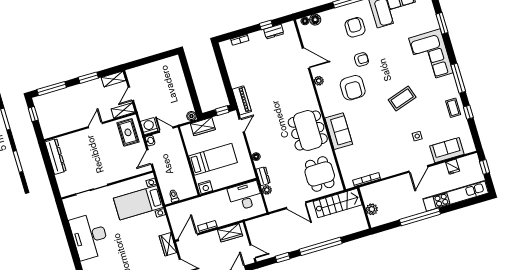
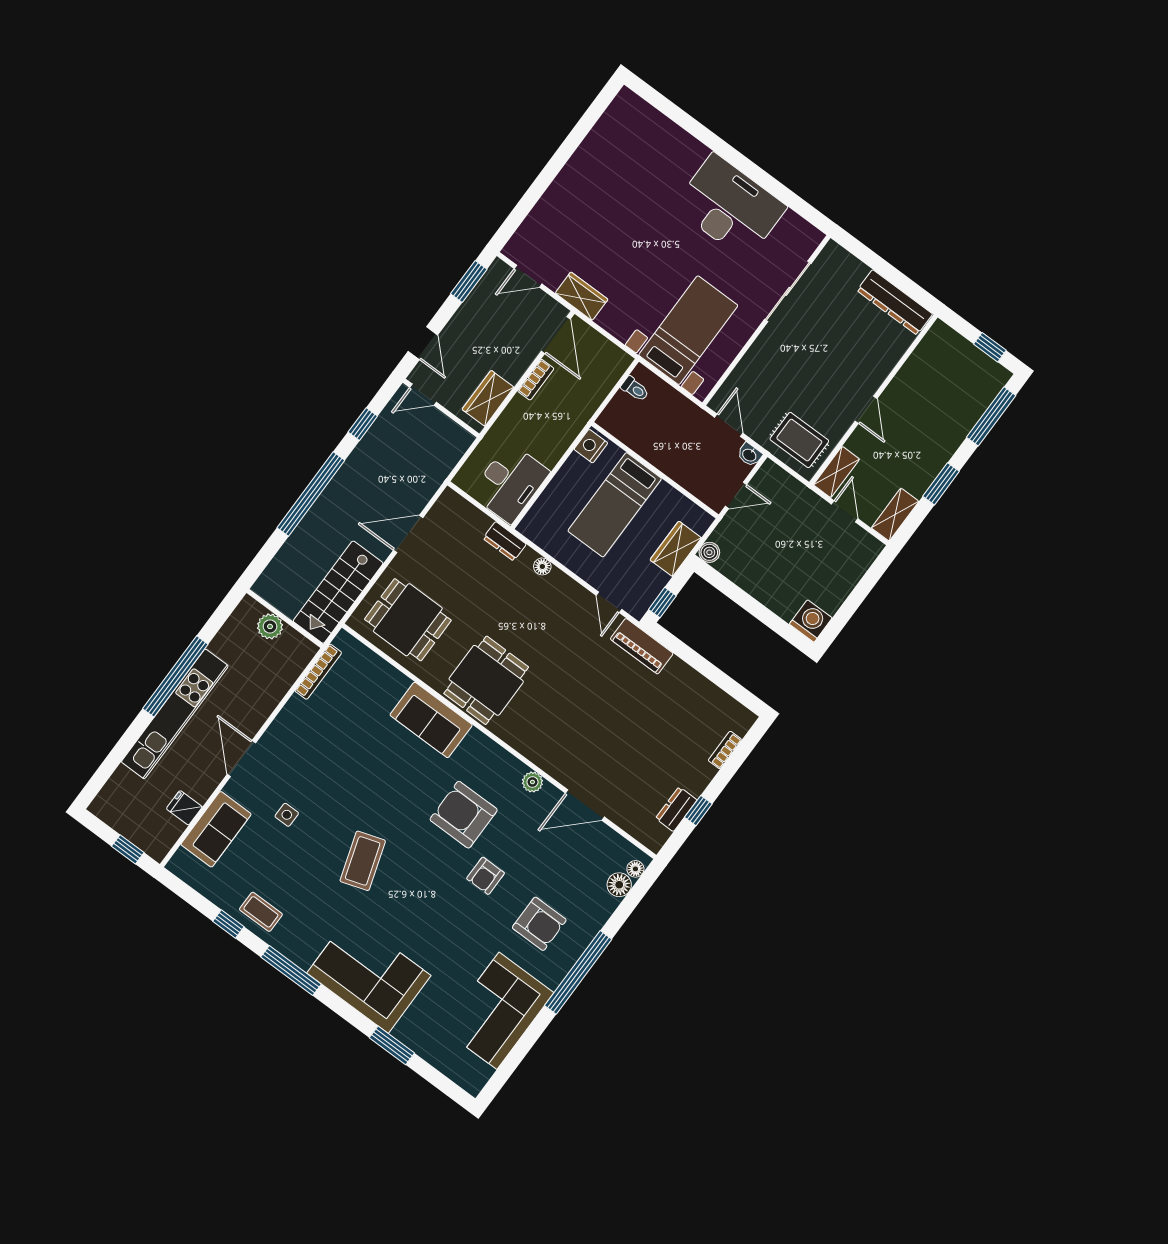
washing machine: (149, 126) -> (811, 621), moved, turned -90
dining table: (308, 130) -> (486, 680), width x0.73
plant: (267, 190) -> (480, 522), removed
kitchen unit: (456, 196) -> (175, 714), moved

